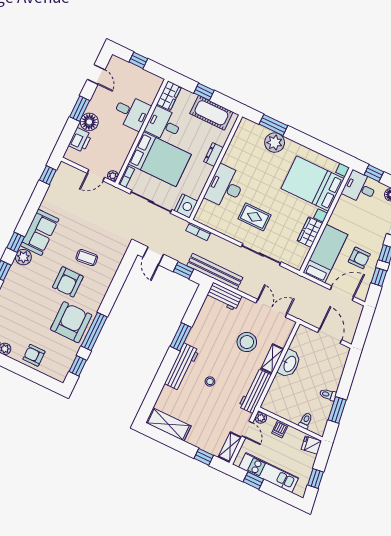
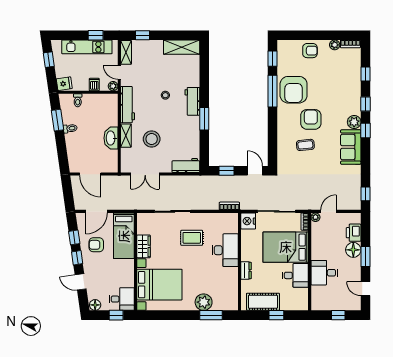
wardrobe: (169, 96) -> (302, 299), removed
bench: (215, 271) -> (202, 181), removed
workbench: (182, 367) -> (192, 101), width x0.73

